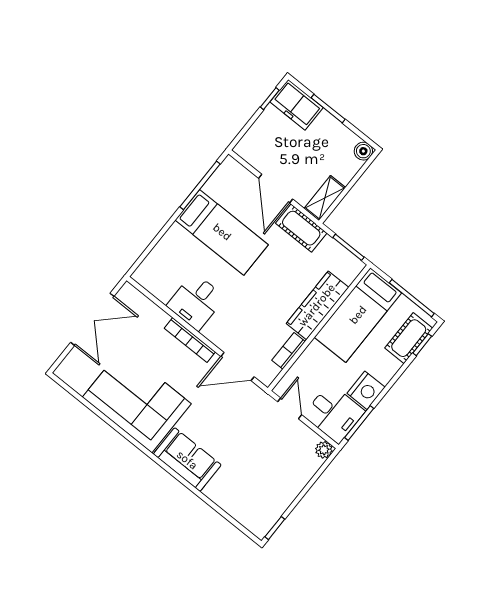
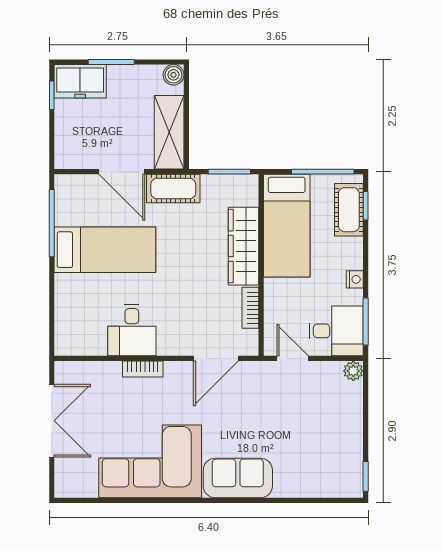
shelving: (325, 198) -> (169, 132), width x1.50, depth x1.33
bookcase: (190, 340) -> (143, 369), width x0.64
nightstand: (366, 390) -> (355, 279), width x0.53, depth x0.56

